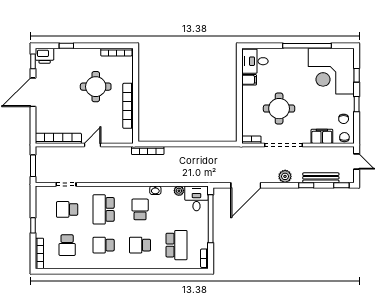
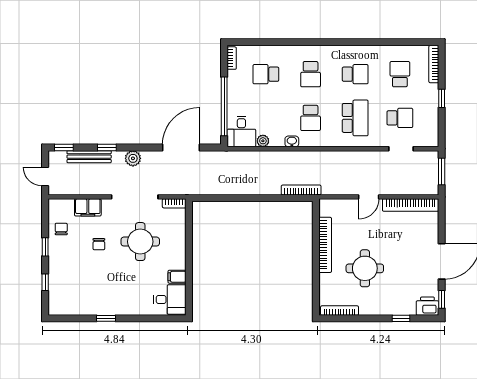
window: (307, 46) -> (106, 318), width x0.32
corner desk: (331, 71) -> (76, 287), removed
chair: (344, 137) -> (99, 244), moved
school desk: (140, 245) -> (311, 74), turned 90
school desk: (176, 245) -> (266, 74), width x0.54

